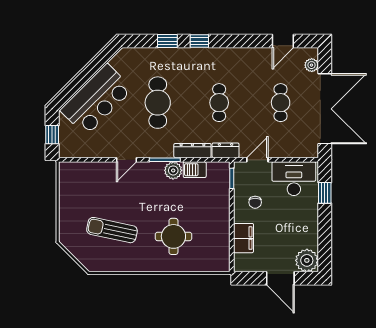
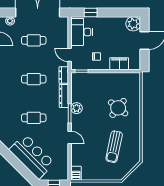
cafe table: (158, 103) -> (34, 118), width x0.73, depth x0.74
barbecue: (195, 170) -> (76, 173), moved
round table: (173, 236) -> (118, 108), turned 38

